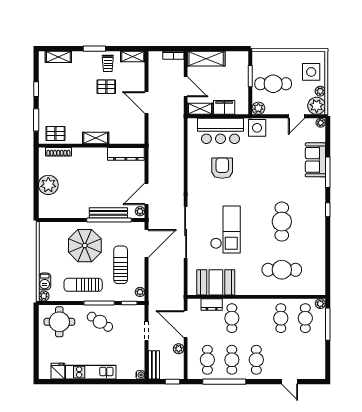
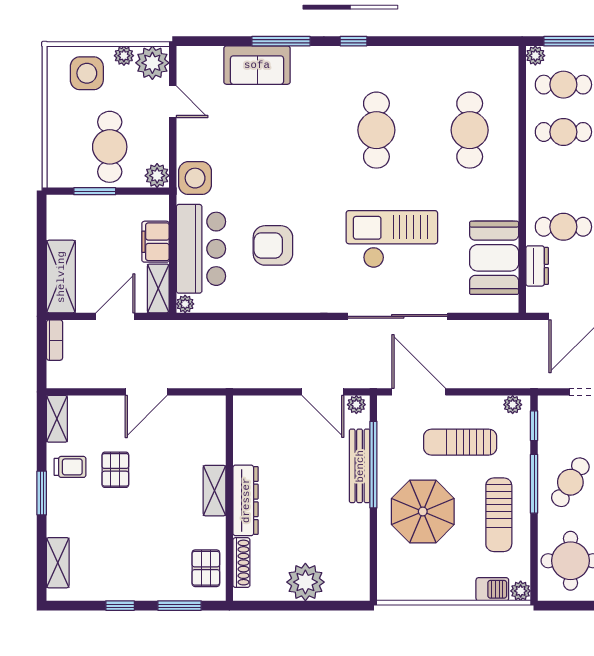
plant: (321, 123) -> (185, 304), moved
dresser: (126, 154) -> (246, 500), moved
cafe table: (282, 222) -> (376, 130), turned 90

